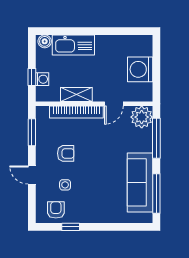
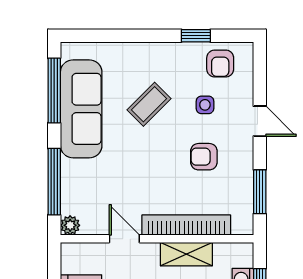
door: (114, 104) -> (124, 239), hinge flipped
plant: (142, 117) -> (70, 225), width x0.53, depth x0.53
coffee table: (99, 185) -> (149, 104), added

